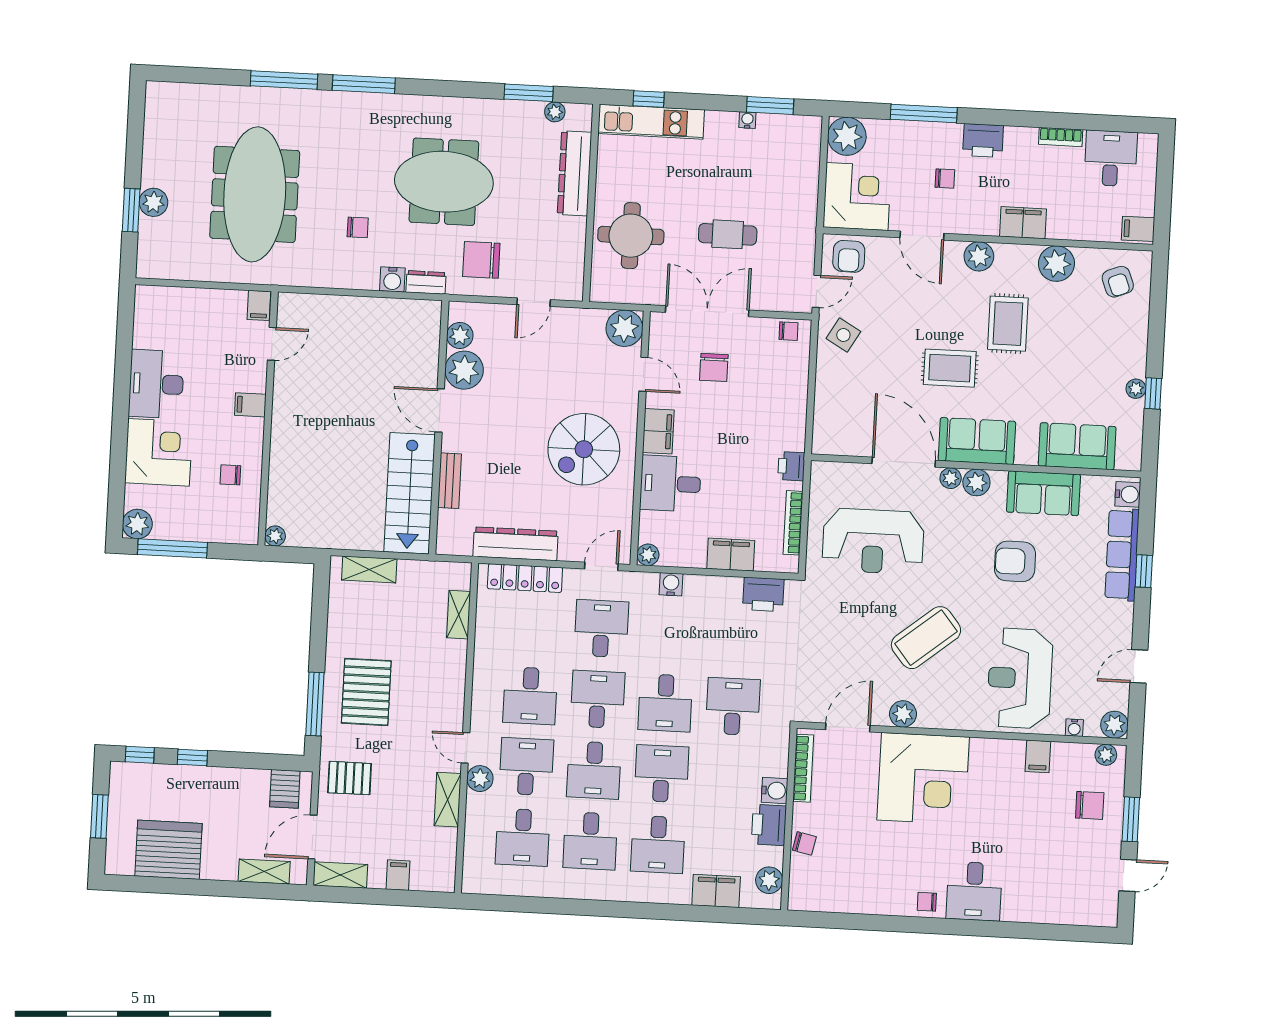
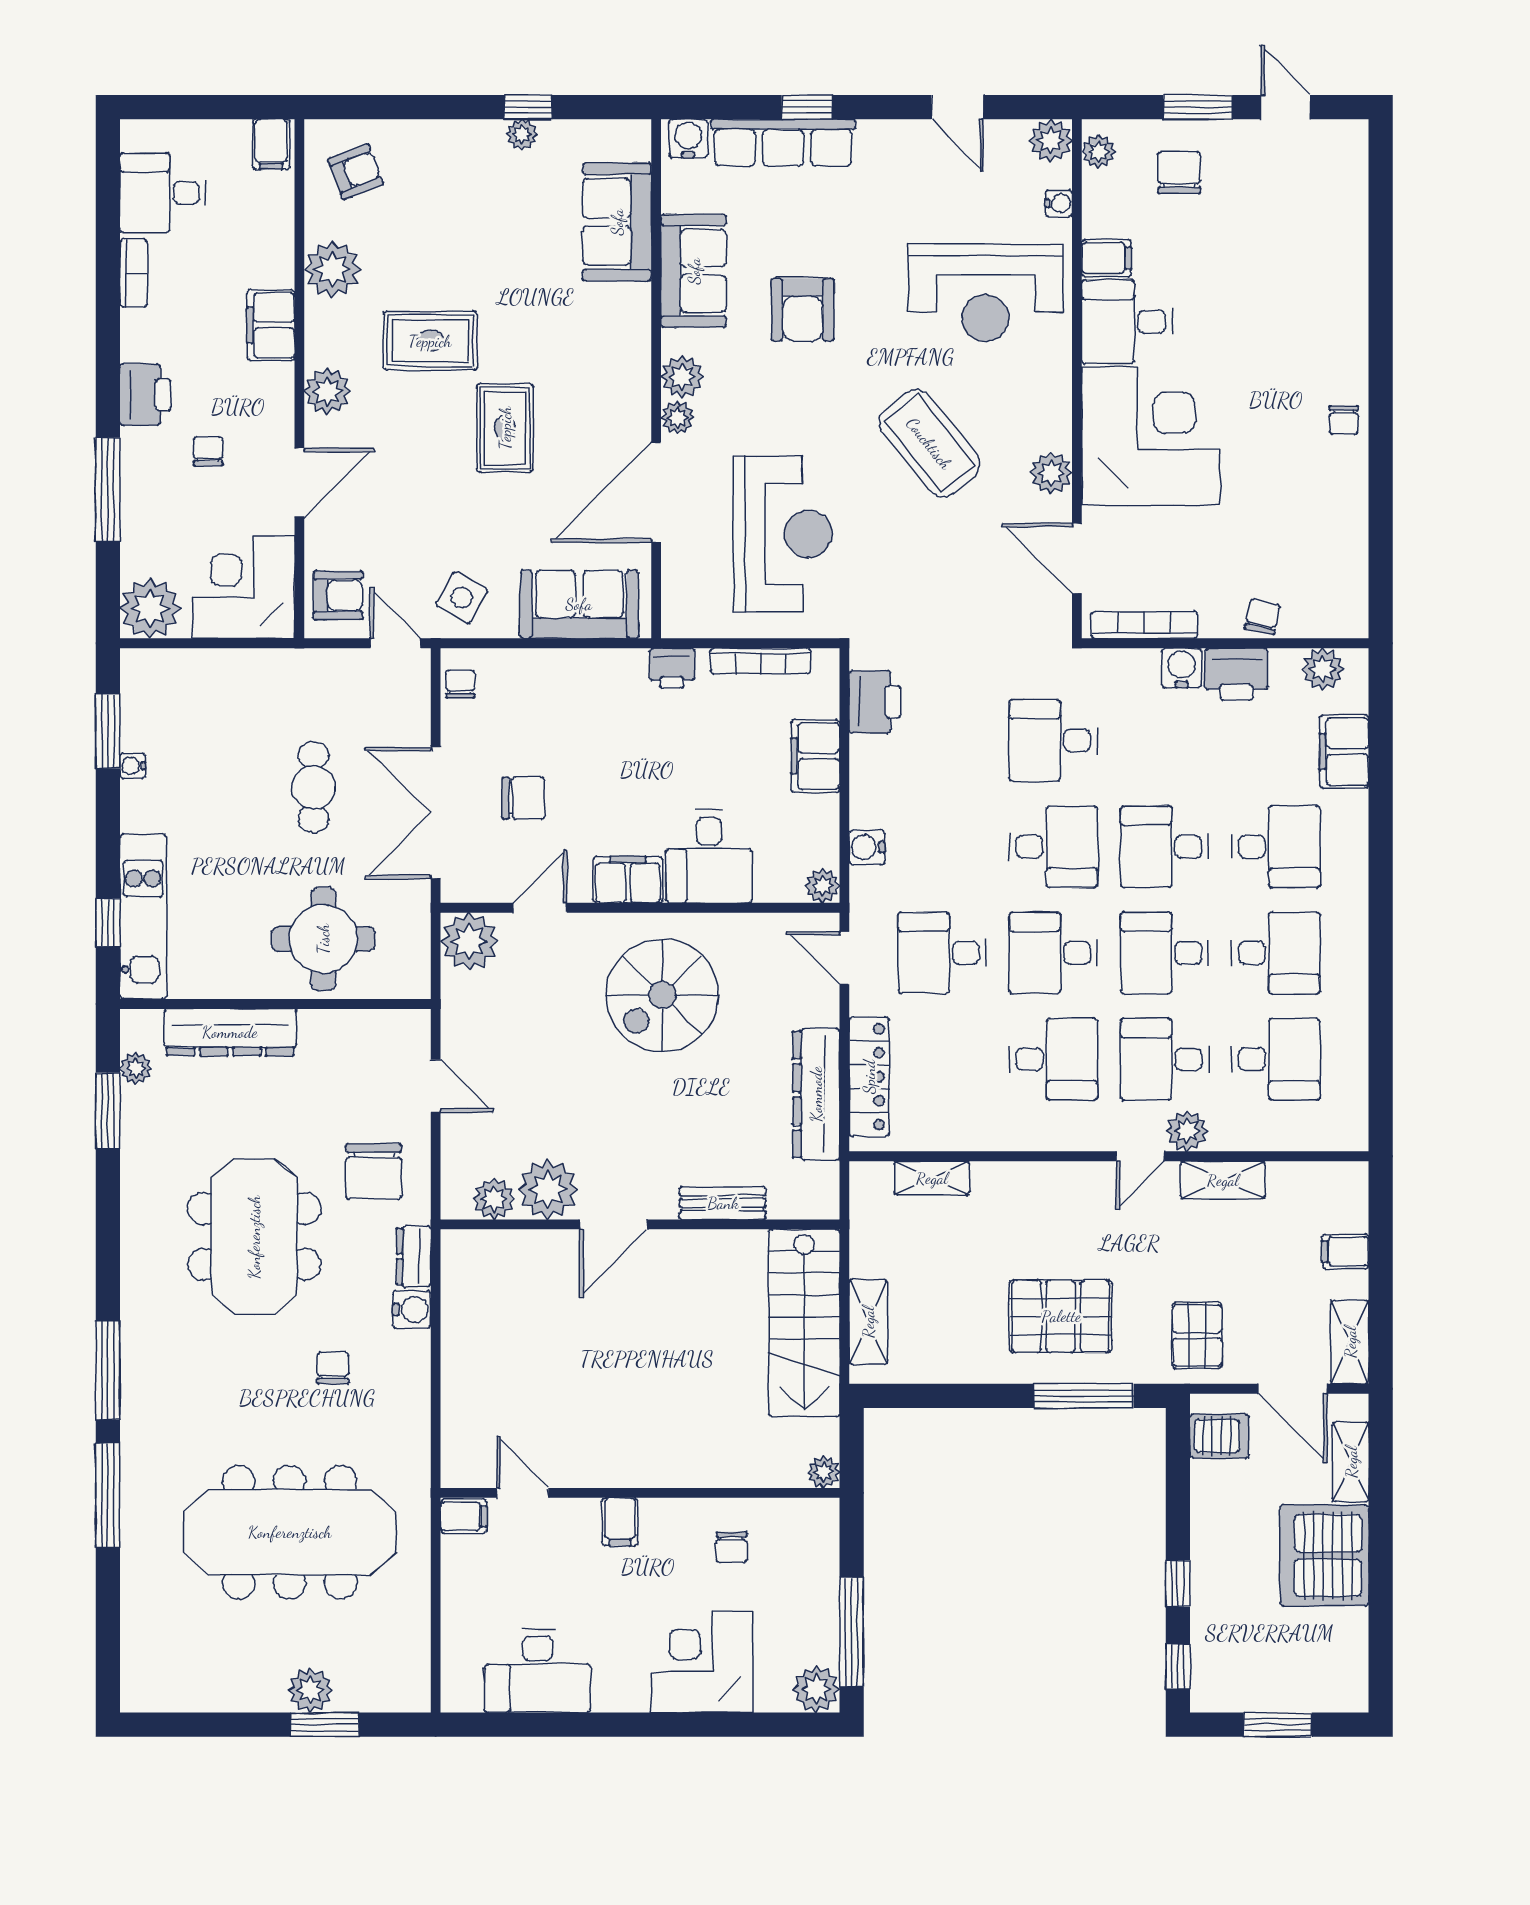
desk: (156, 384) -> (538, 1671), moved
sofa: (977, 441) -> (579, 604), moved, turned 90
spiral stairs: (584, 449) -> (662, 995), turned 90
stairs: (410, 493) -> (804, 1323), moved, turned 90
desk: (594, 770) -> (1165, 953), turned 180
server rack: (168, 850) -> (1324, 1555), moved
desk: (974, 891) -> (1127, 322), moved, turned 180

